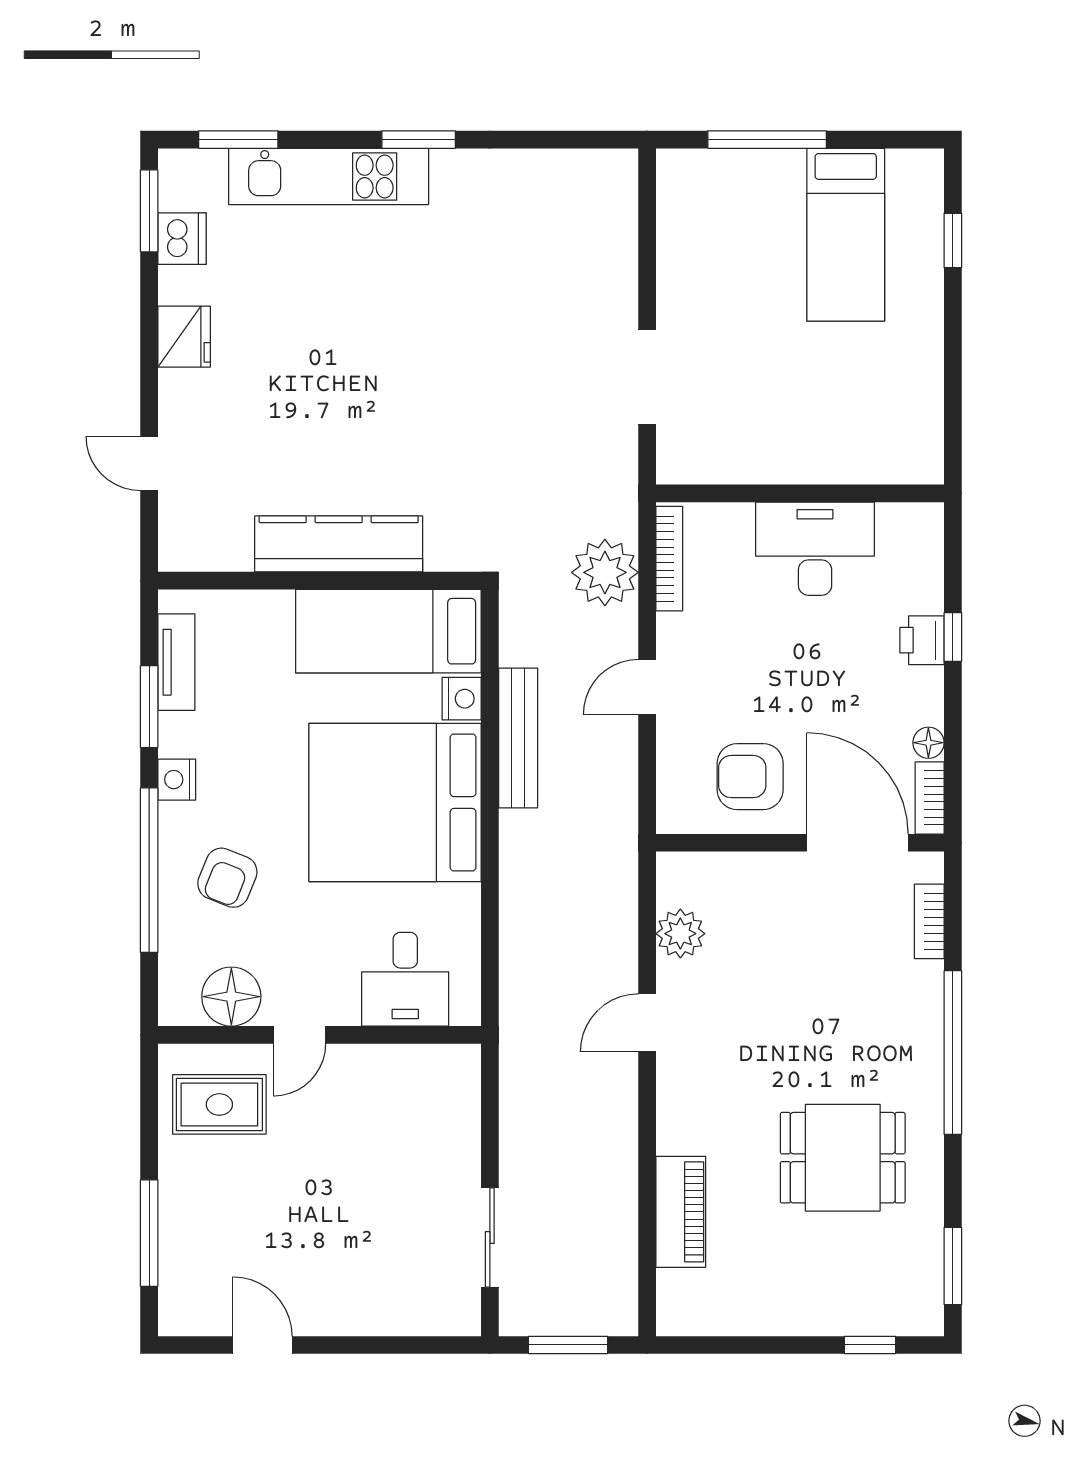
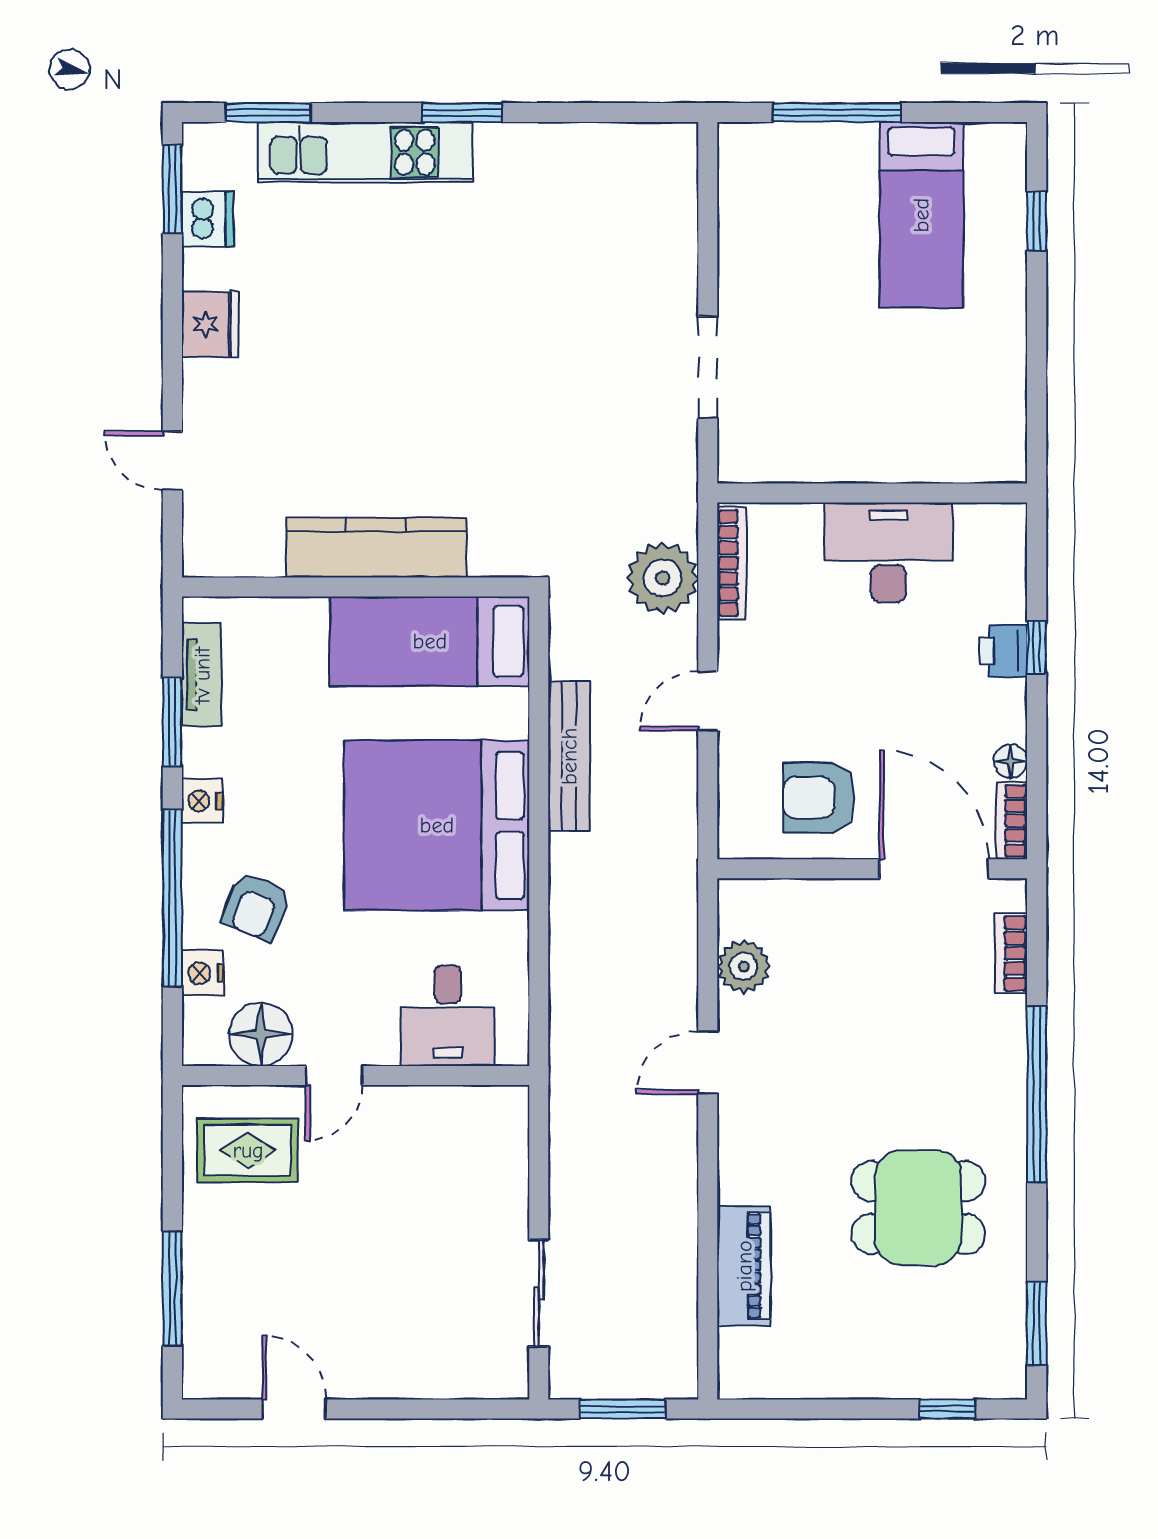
nightstand: (462, 699) -> (203, 973), moved, turned 180

